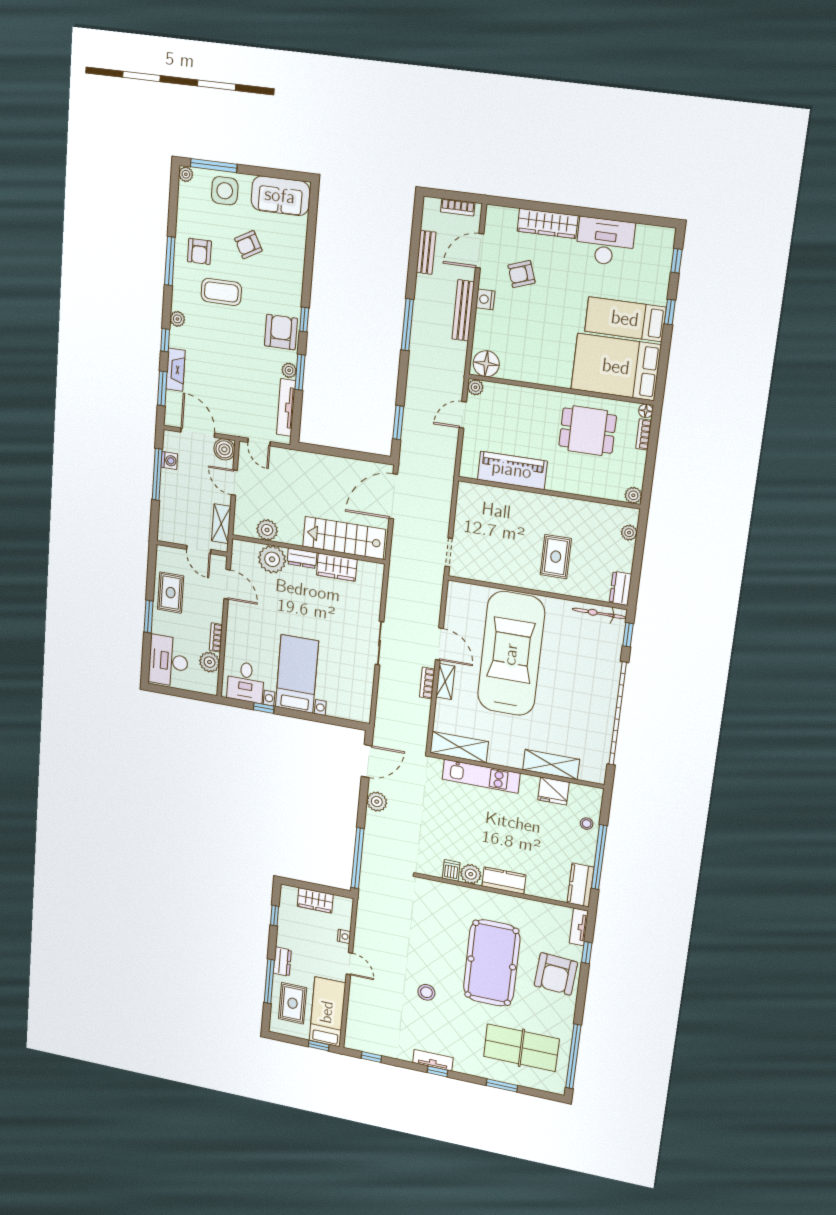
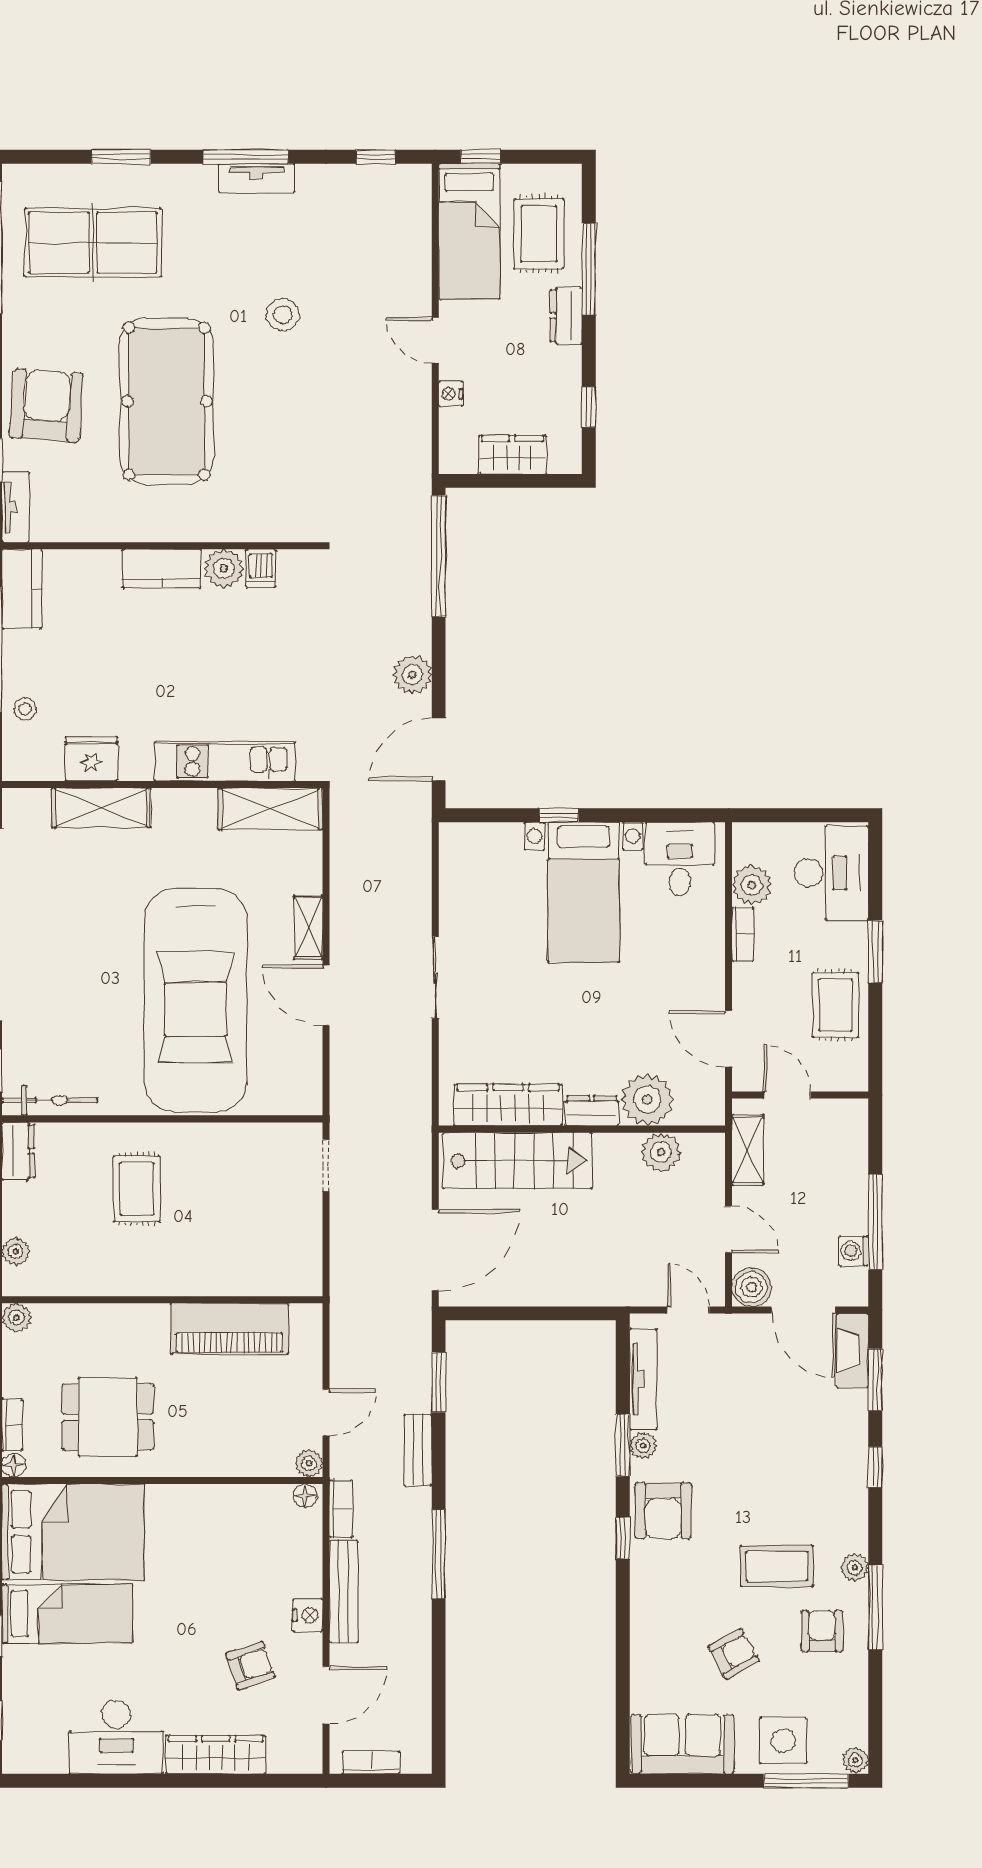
bench: (426, 252) -> (418, 1450), moved
plant: (177, 319) -> (855, 1568), moved
floor lamp: (486, 364) -> (305, 1496), width x0.53, depth x0.53
fireplace: (175, 370) -> (853, 1351), moved
wardrobe: (337, 567) -> (508, 1105), width x1.50
bookcase: (427, 683) -> (341, 1509), moved
window: (264, 708) -> (559, 815), moved
window: (438, 1071) -> (246, 157), width x2.17

